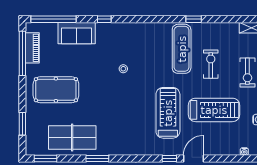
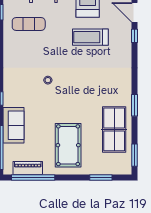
exercise mat: (182, 49) -> (29, 24), width x0.73, depth x0.69
treadmill: (168, 113) -> (90, 37), width x0.73, depth x0.73

